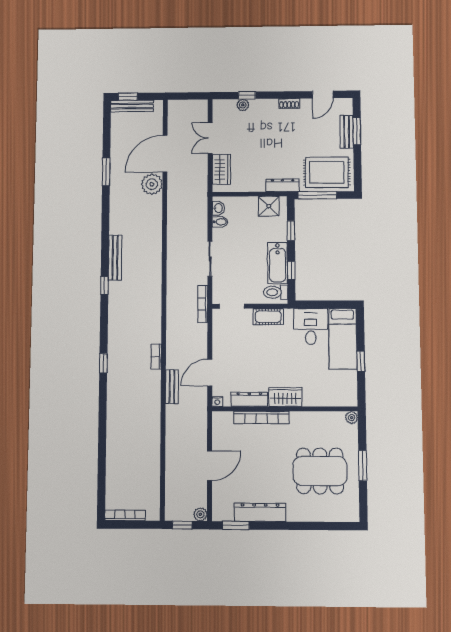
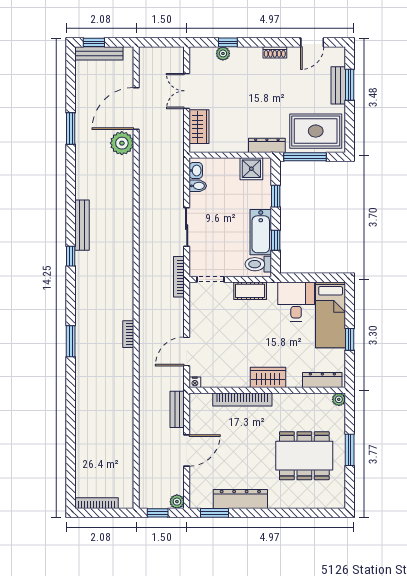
window: (103, 363) -> (71, 341), width x1.50
bench: (172, 387) -> (177, 409), moved
dresser: (249, 399) -> (322, 380), moved

